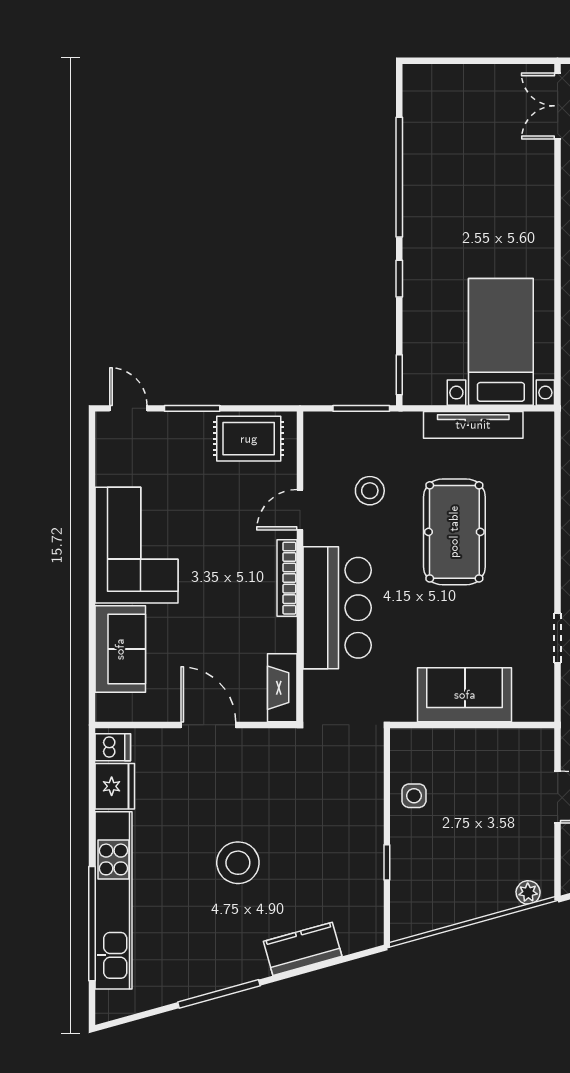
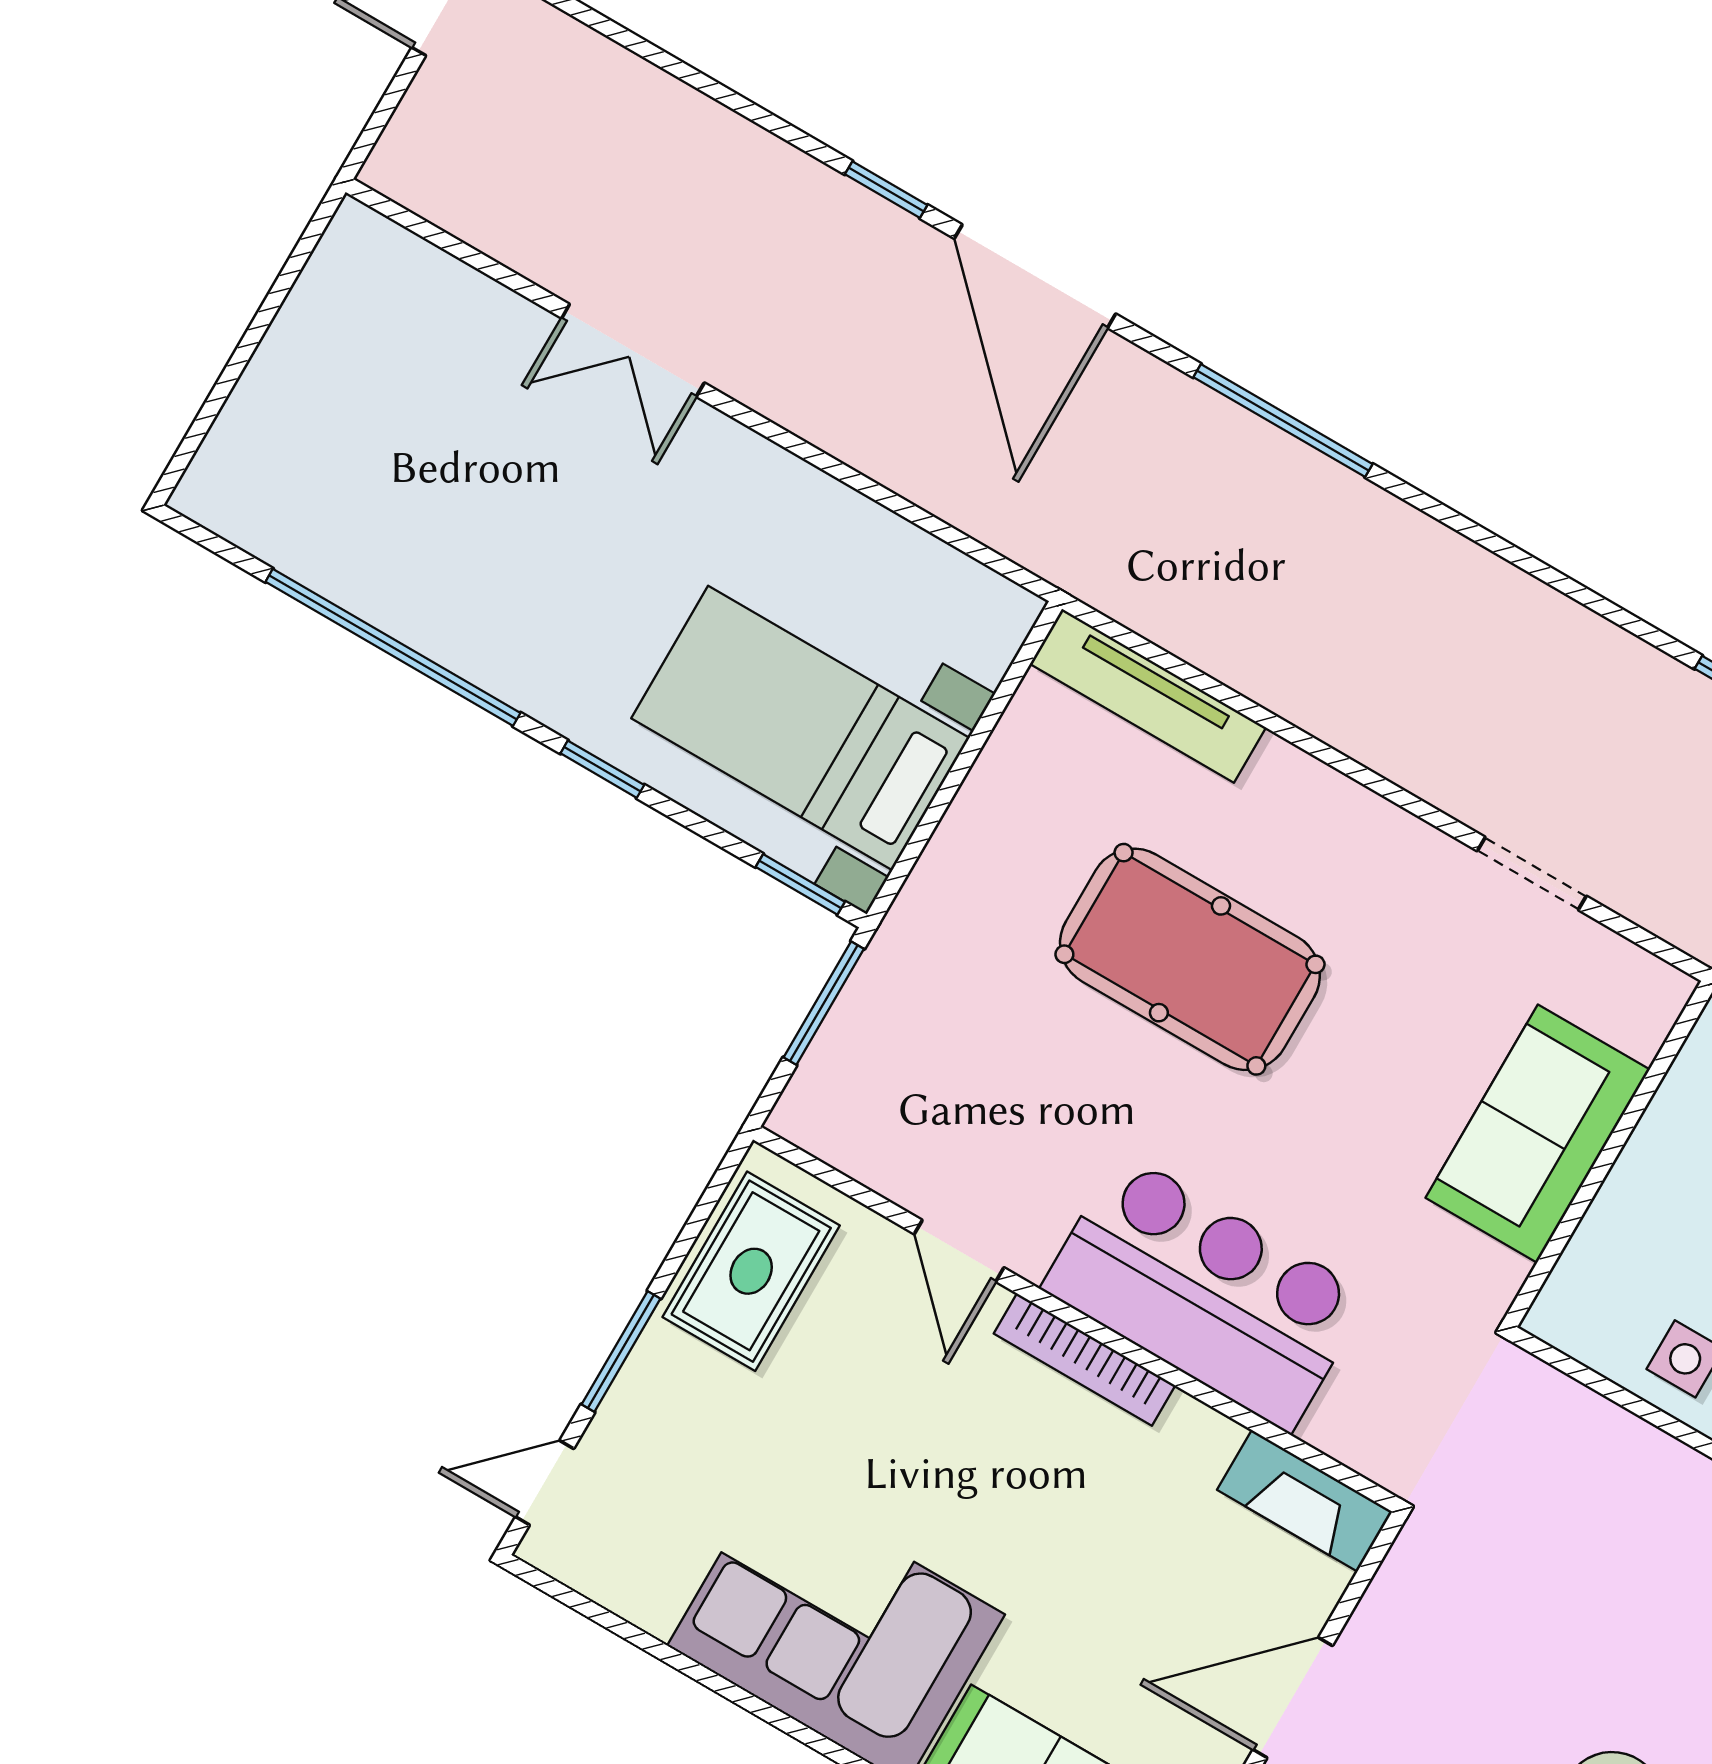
double door: (558, 106) -> (633, 350), moved
bed with nightstands: (501, 342) -> (800, 728), moved
tv unit: (473, 425) -> (1148, 696), moved, turned 90
stool: (370, 491) -> (1004, 1084), removed

